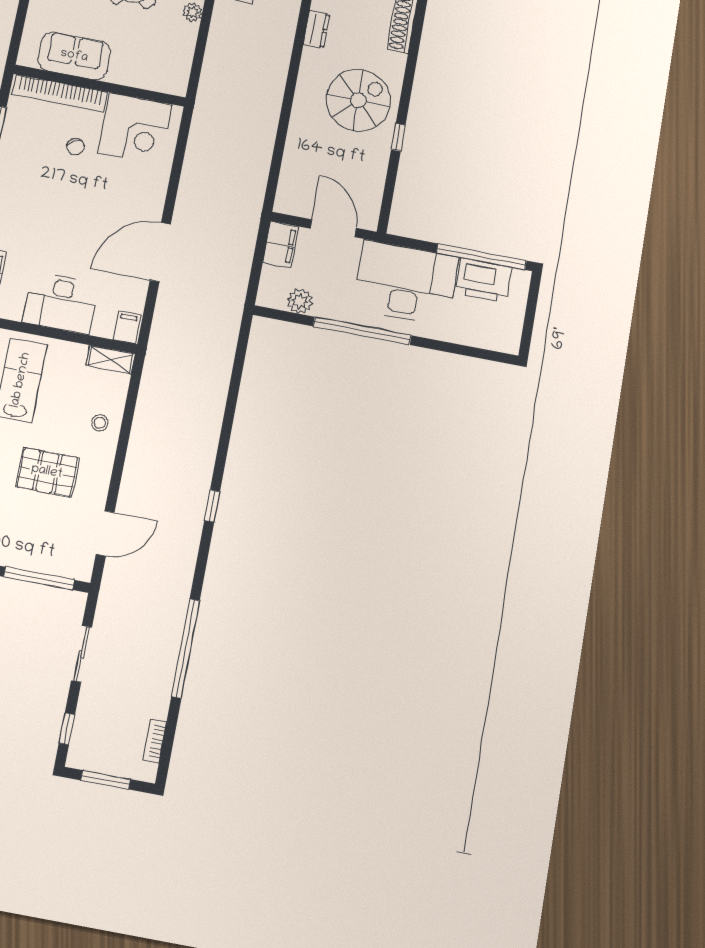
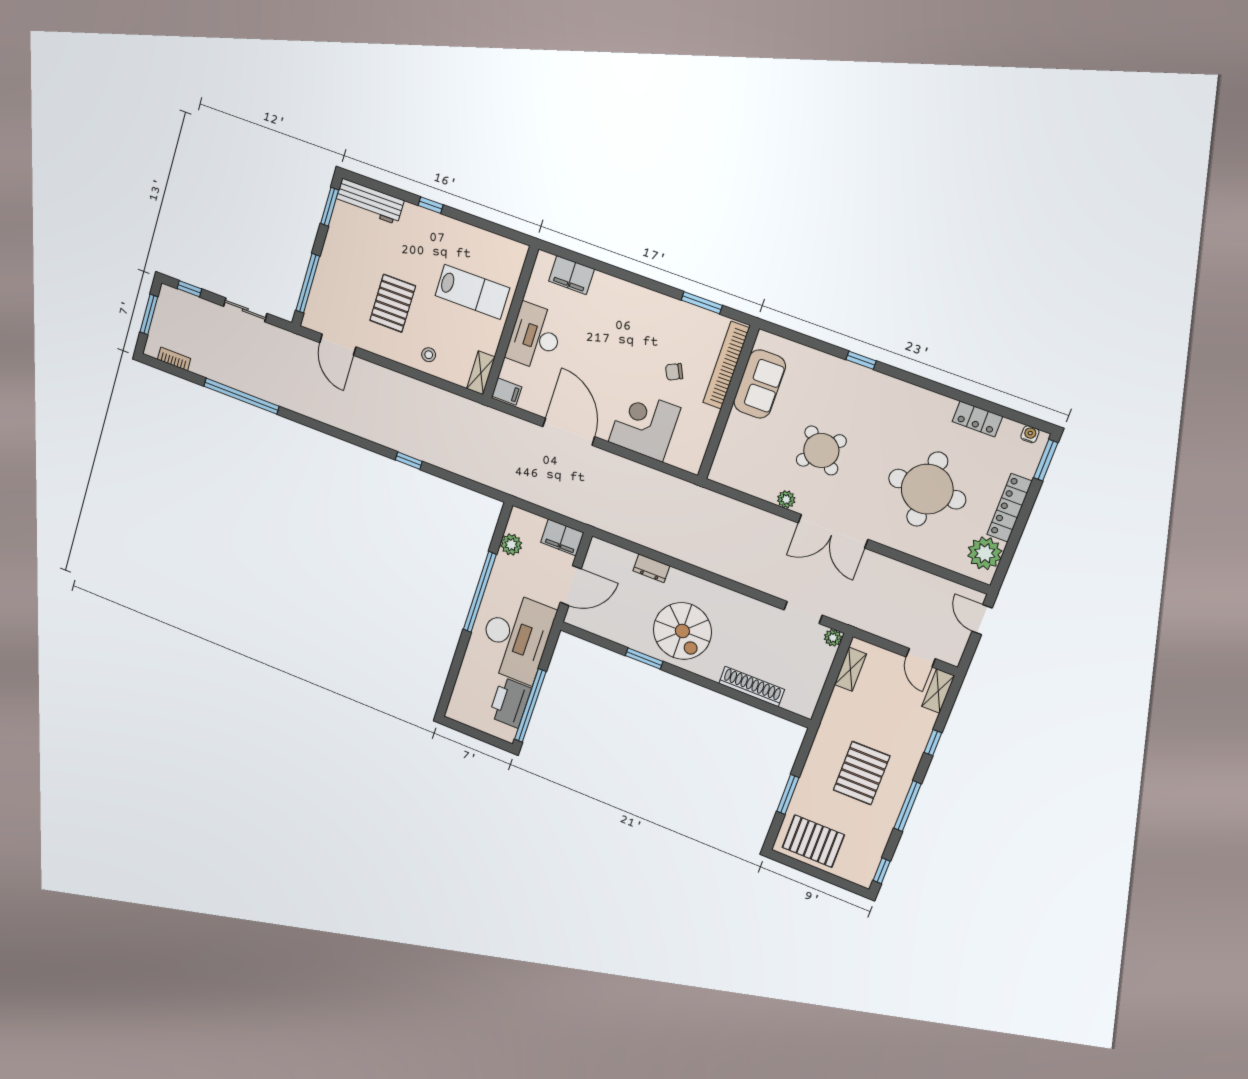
dresser: (316, 29) -> (651, 568), moved
corner desk: (135, 129) -> (644, 425), moved, turned 90
window: (398, 137) -> (644, 658), width x1.50
window: (212, 506) -> (409, 461), moved

